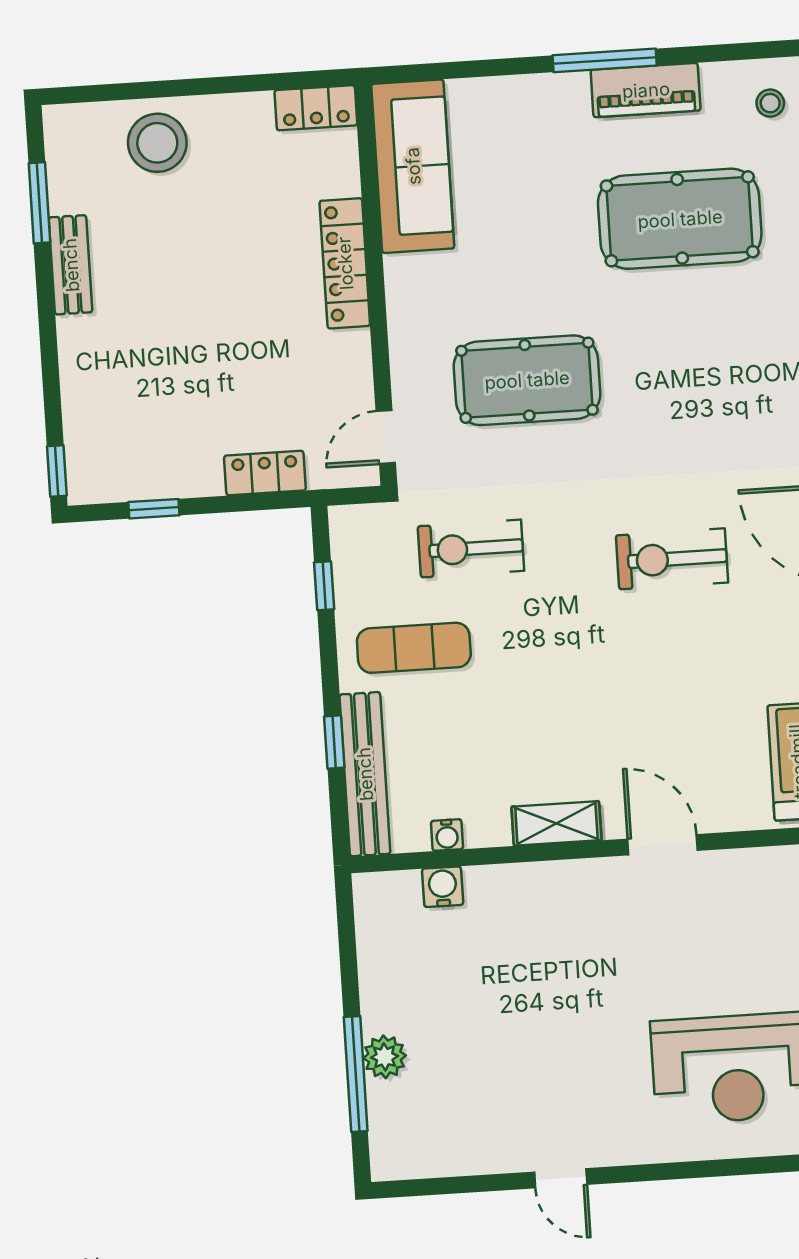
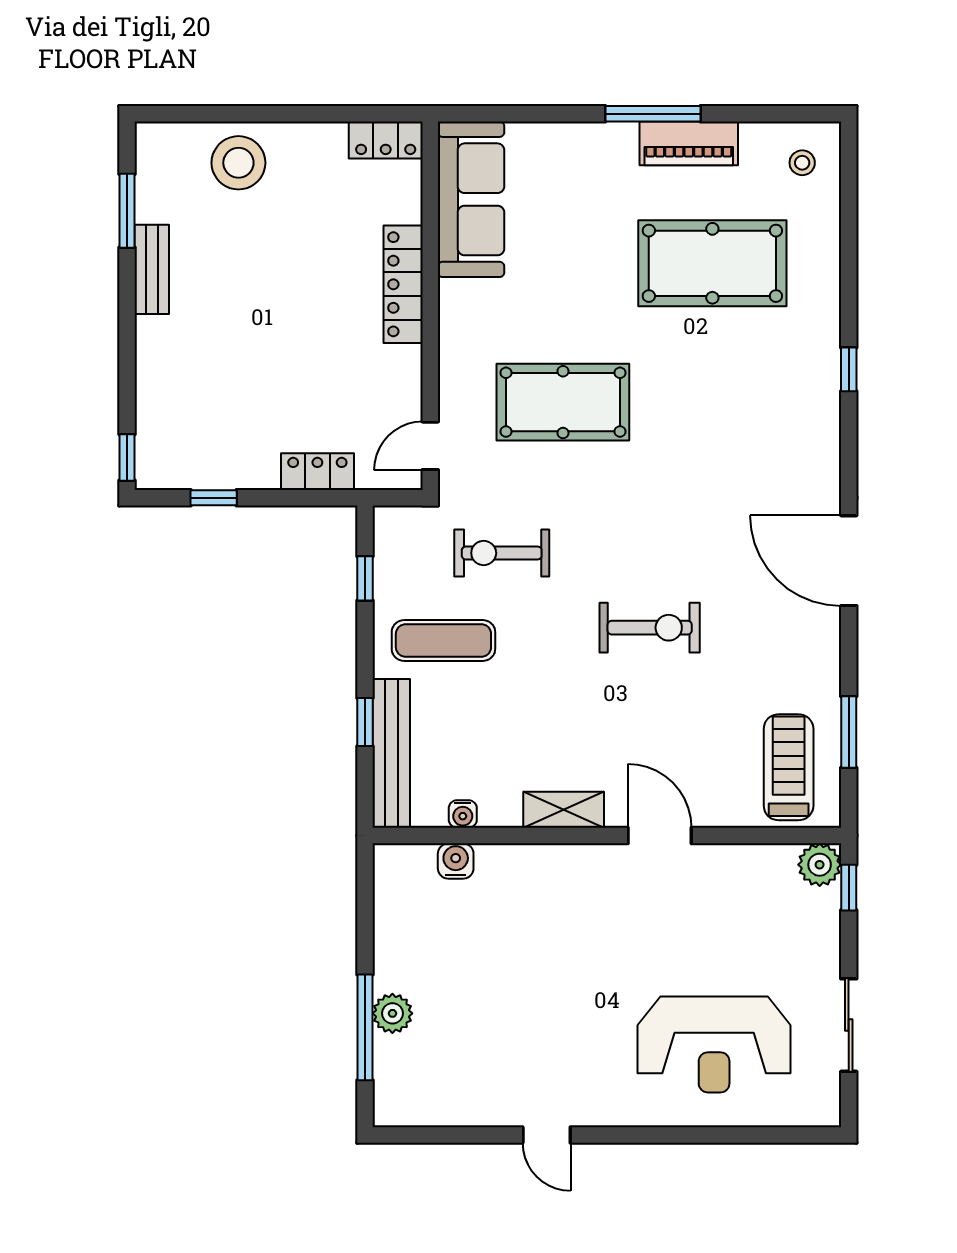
exercise bike: (672, 559) -> (650, 628), moved, turned 180

